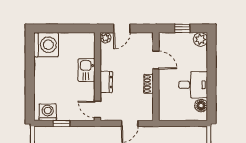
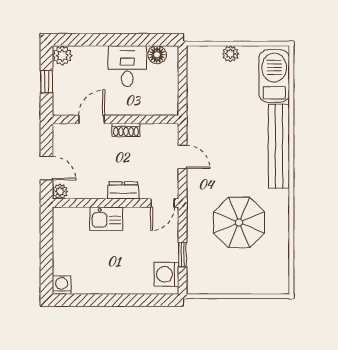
washing machine: (46, 45) -> (62, 285), width x0.53, depth x0.53

